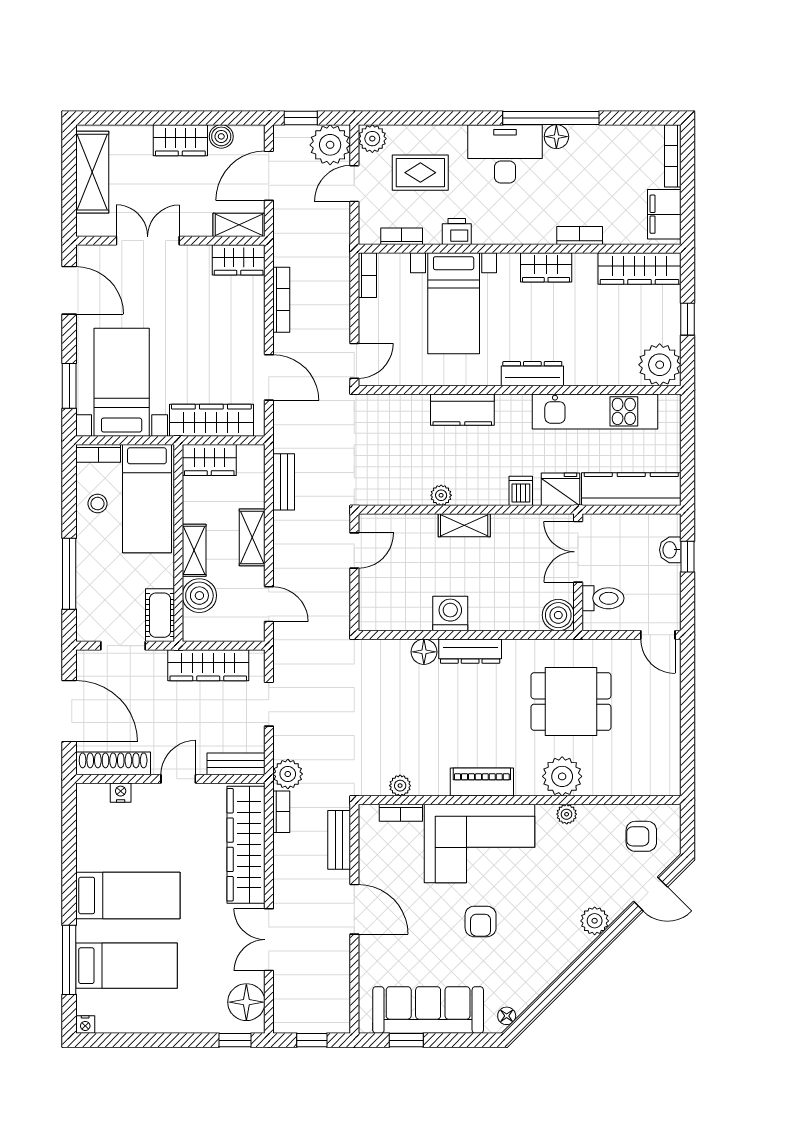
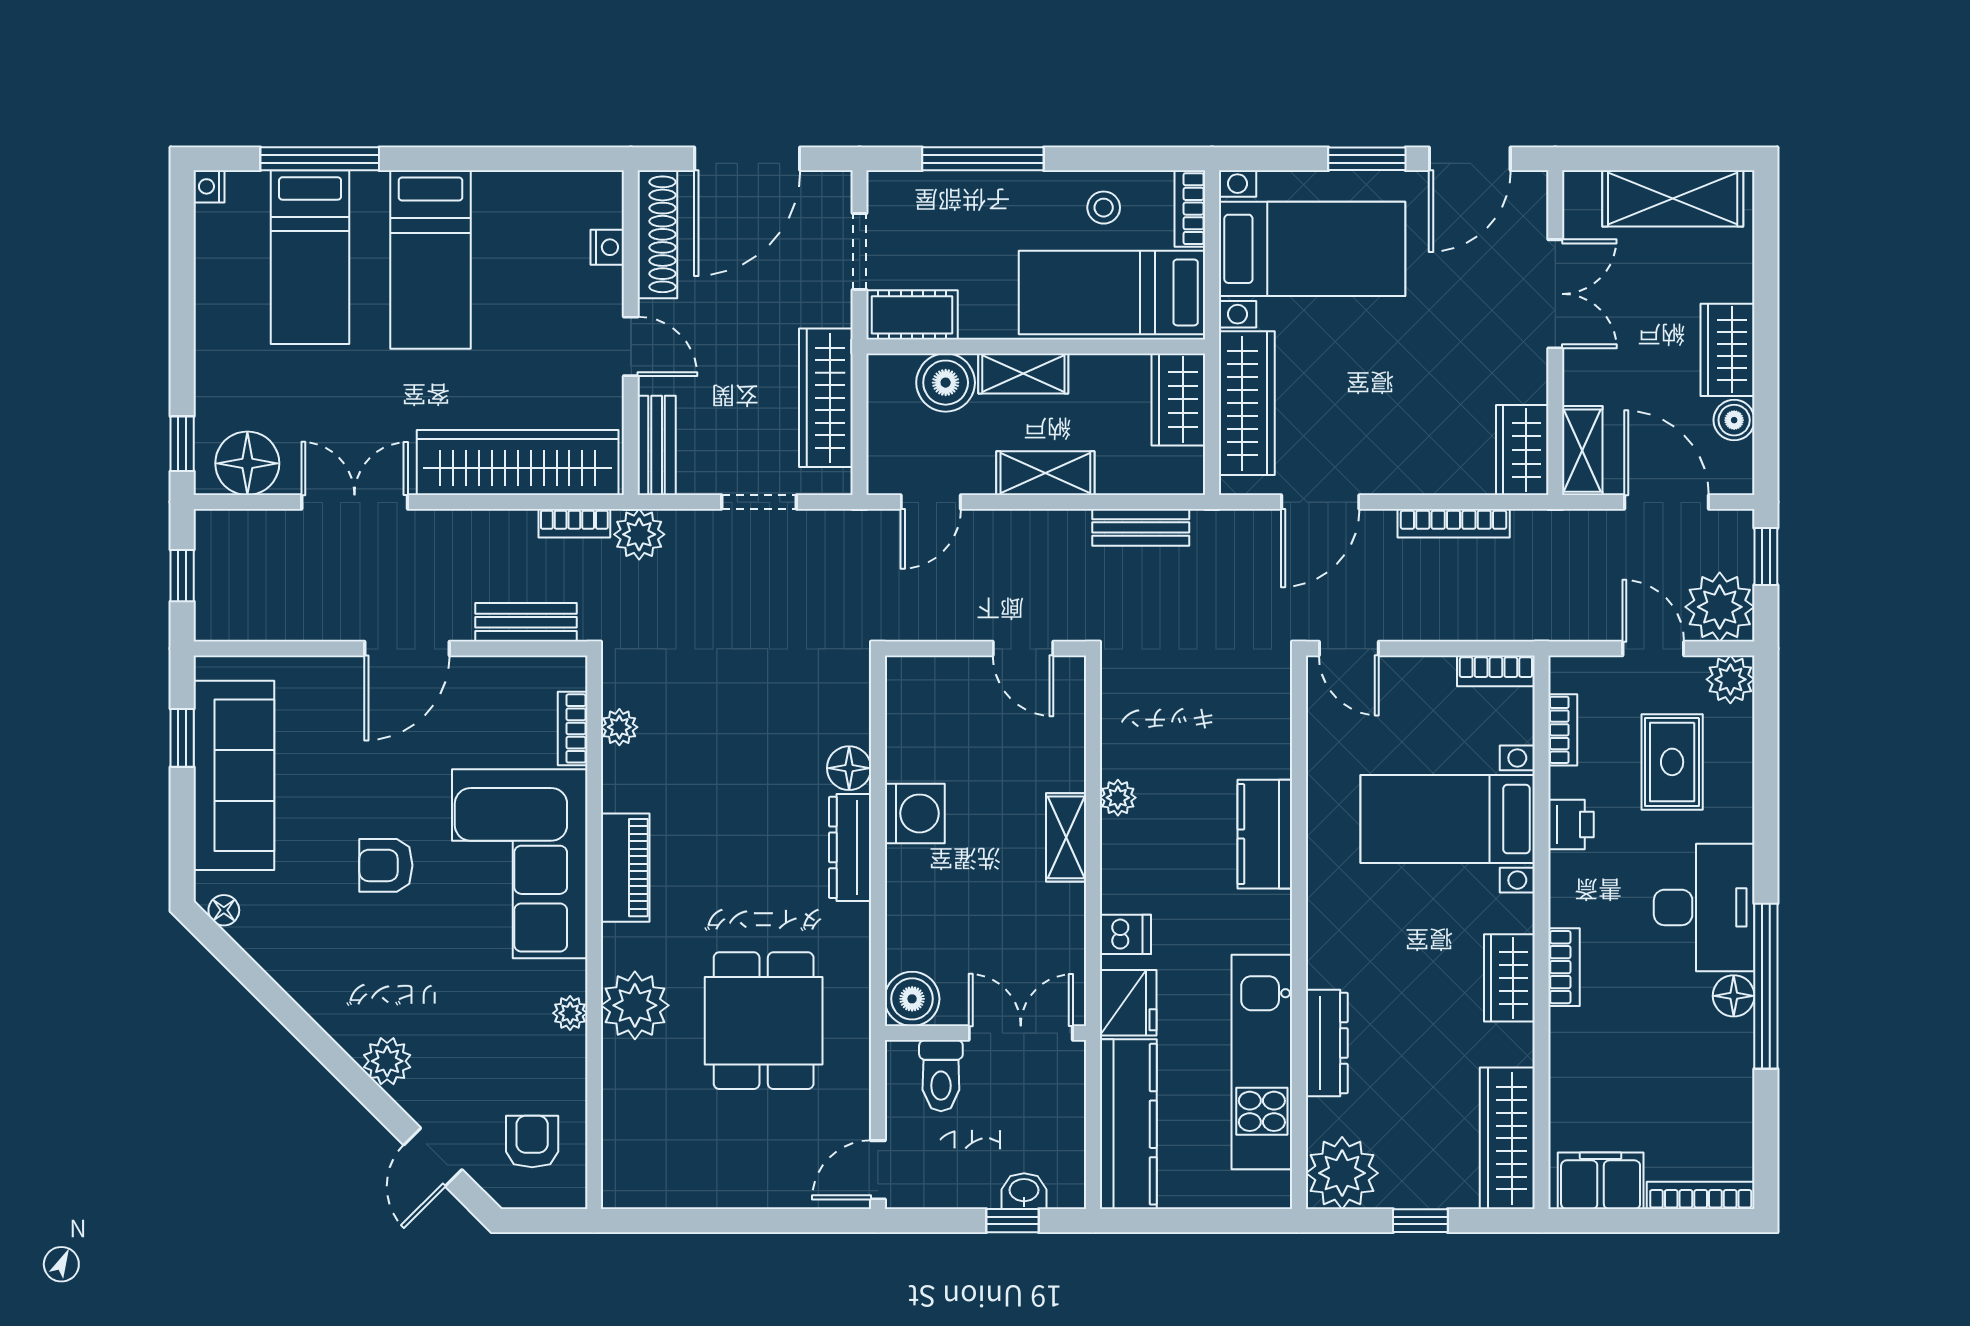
bookcase: (580, 235) -> (1564, 967), moved
dresser: (532, 374) -> (1327, 1043), moved
window: (69, 386) -> (1367, 159), moved

